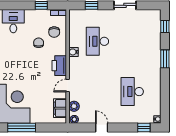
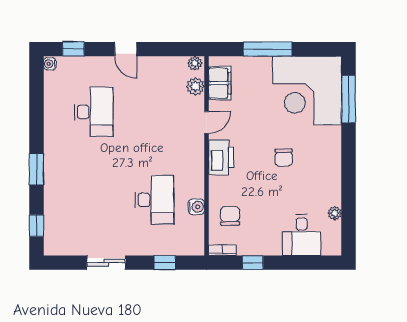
chair: (39, 43) -> (284, 157), moved
water cooler: (73, 52) -> (196, 207), moved
window: (22, 128) -> (268, 49), moved
door: (102, 128) -> (126, 49), moved

